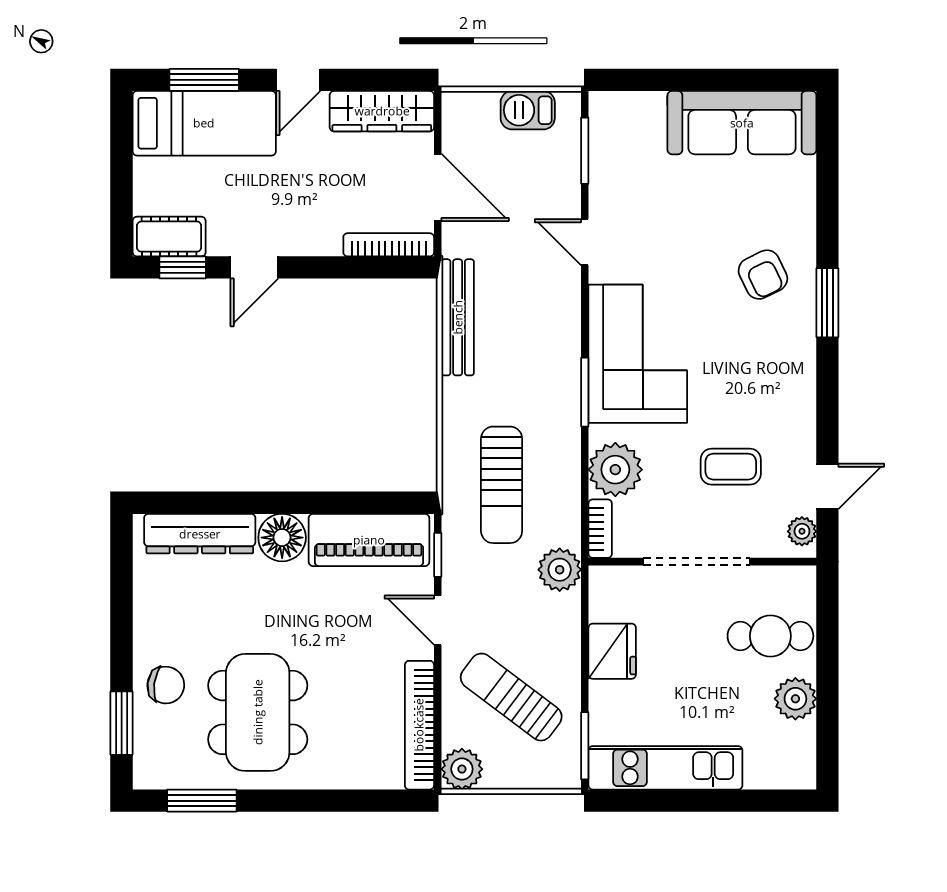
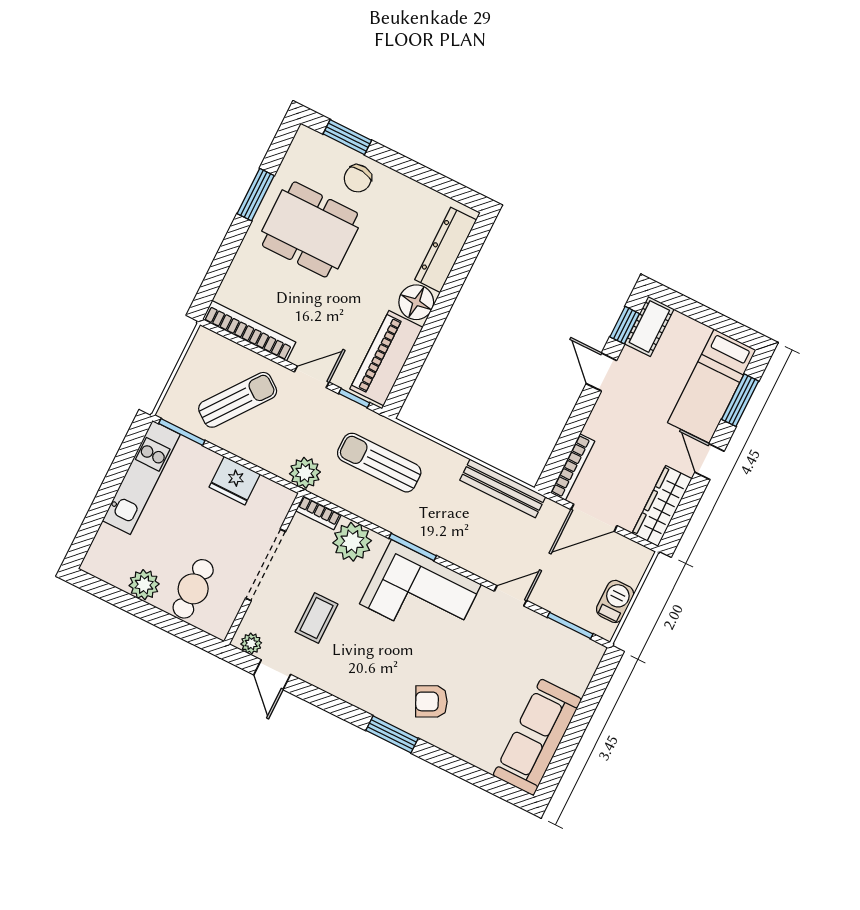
plant: (462, 769) -> (207, 344), removed
window: (202, 801) -> (256, 195), moved

